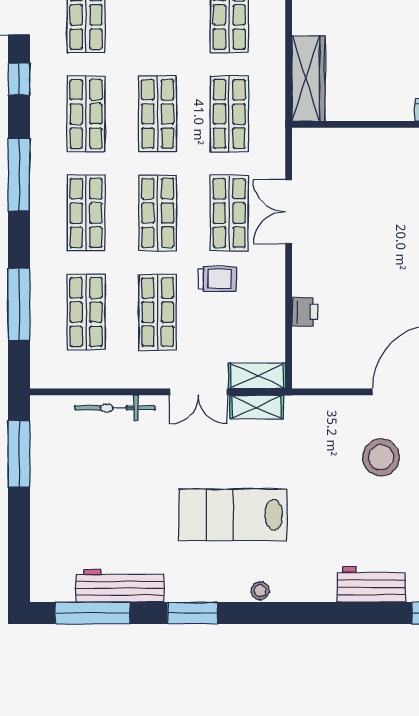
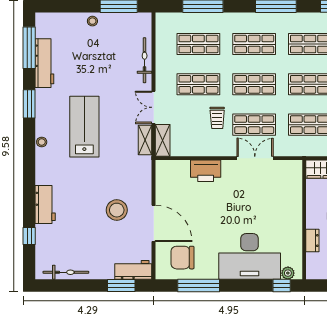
printer: (305, 312) -> (206, 171), width x1.87, depth x1.48
stool: (45, 500) -> (92, 21), added

